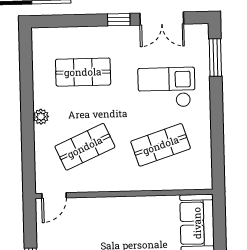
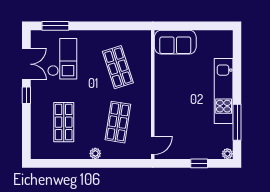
checkout: (167, 87) -> (62, 59), moved, turned 180
shop shelf: (85, 147) -> (118, 122), turned 33
door: (54, 196) -> (153, 145), hinge flipped

